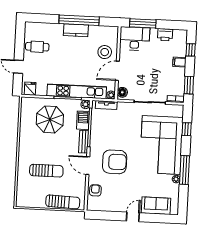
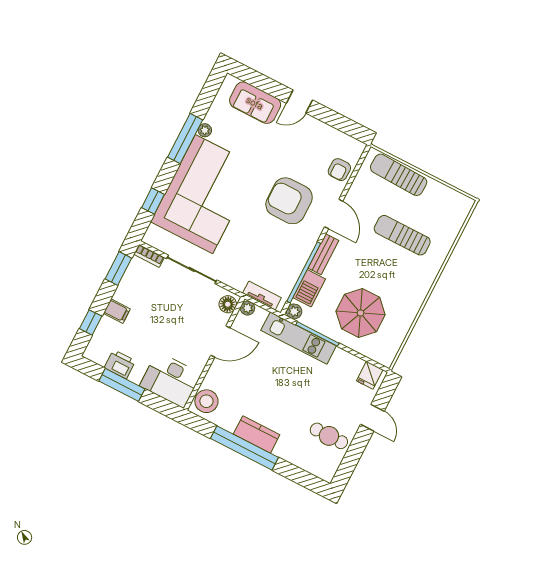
window: (143, 23) -> (122, 385), moved
stool: (105, 52) -> (206, 401), moved
kitchen unit: (77, 91) -> (299, 338), width x0.73

